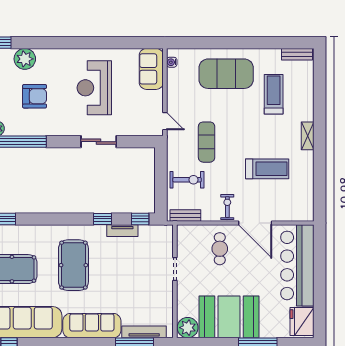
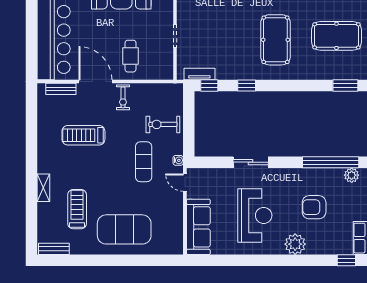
plant: (25, 59) -> (295, 244), moved
water cooler: (172, 62) -> (178, 160), moved
sofa: (151, 69) -> (198, 227), width x1.36
treadmill: (274, 94) -> (77, 209), turned 180
shelving: (308, 136) -> (43, 188), moved
bench: (185, 215) -> (61, 89), moved
tv unit: (122, 231) -> (199, 74), moved

